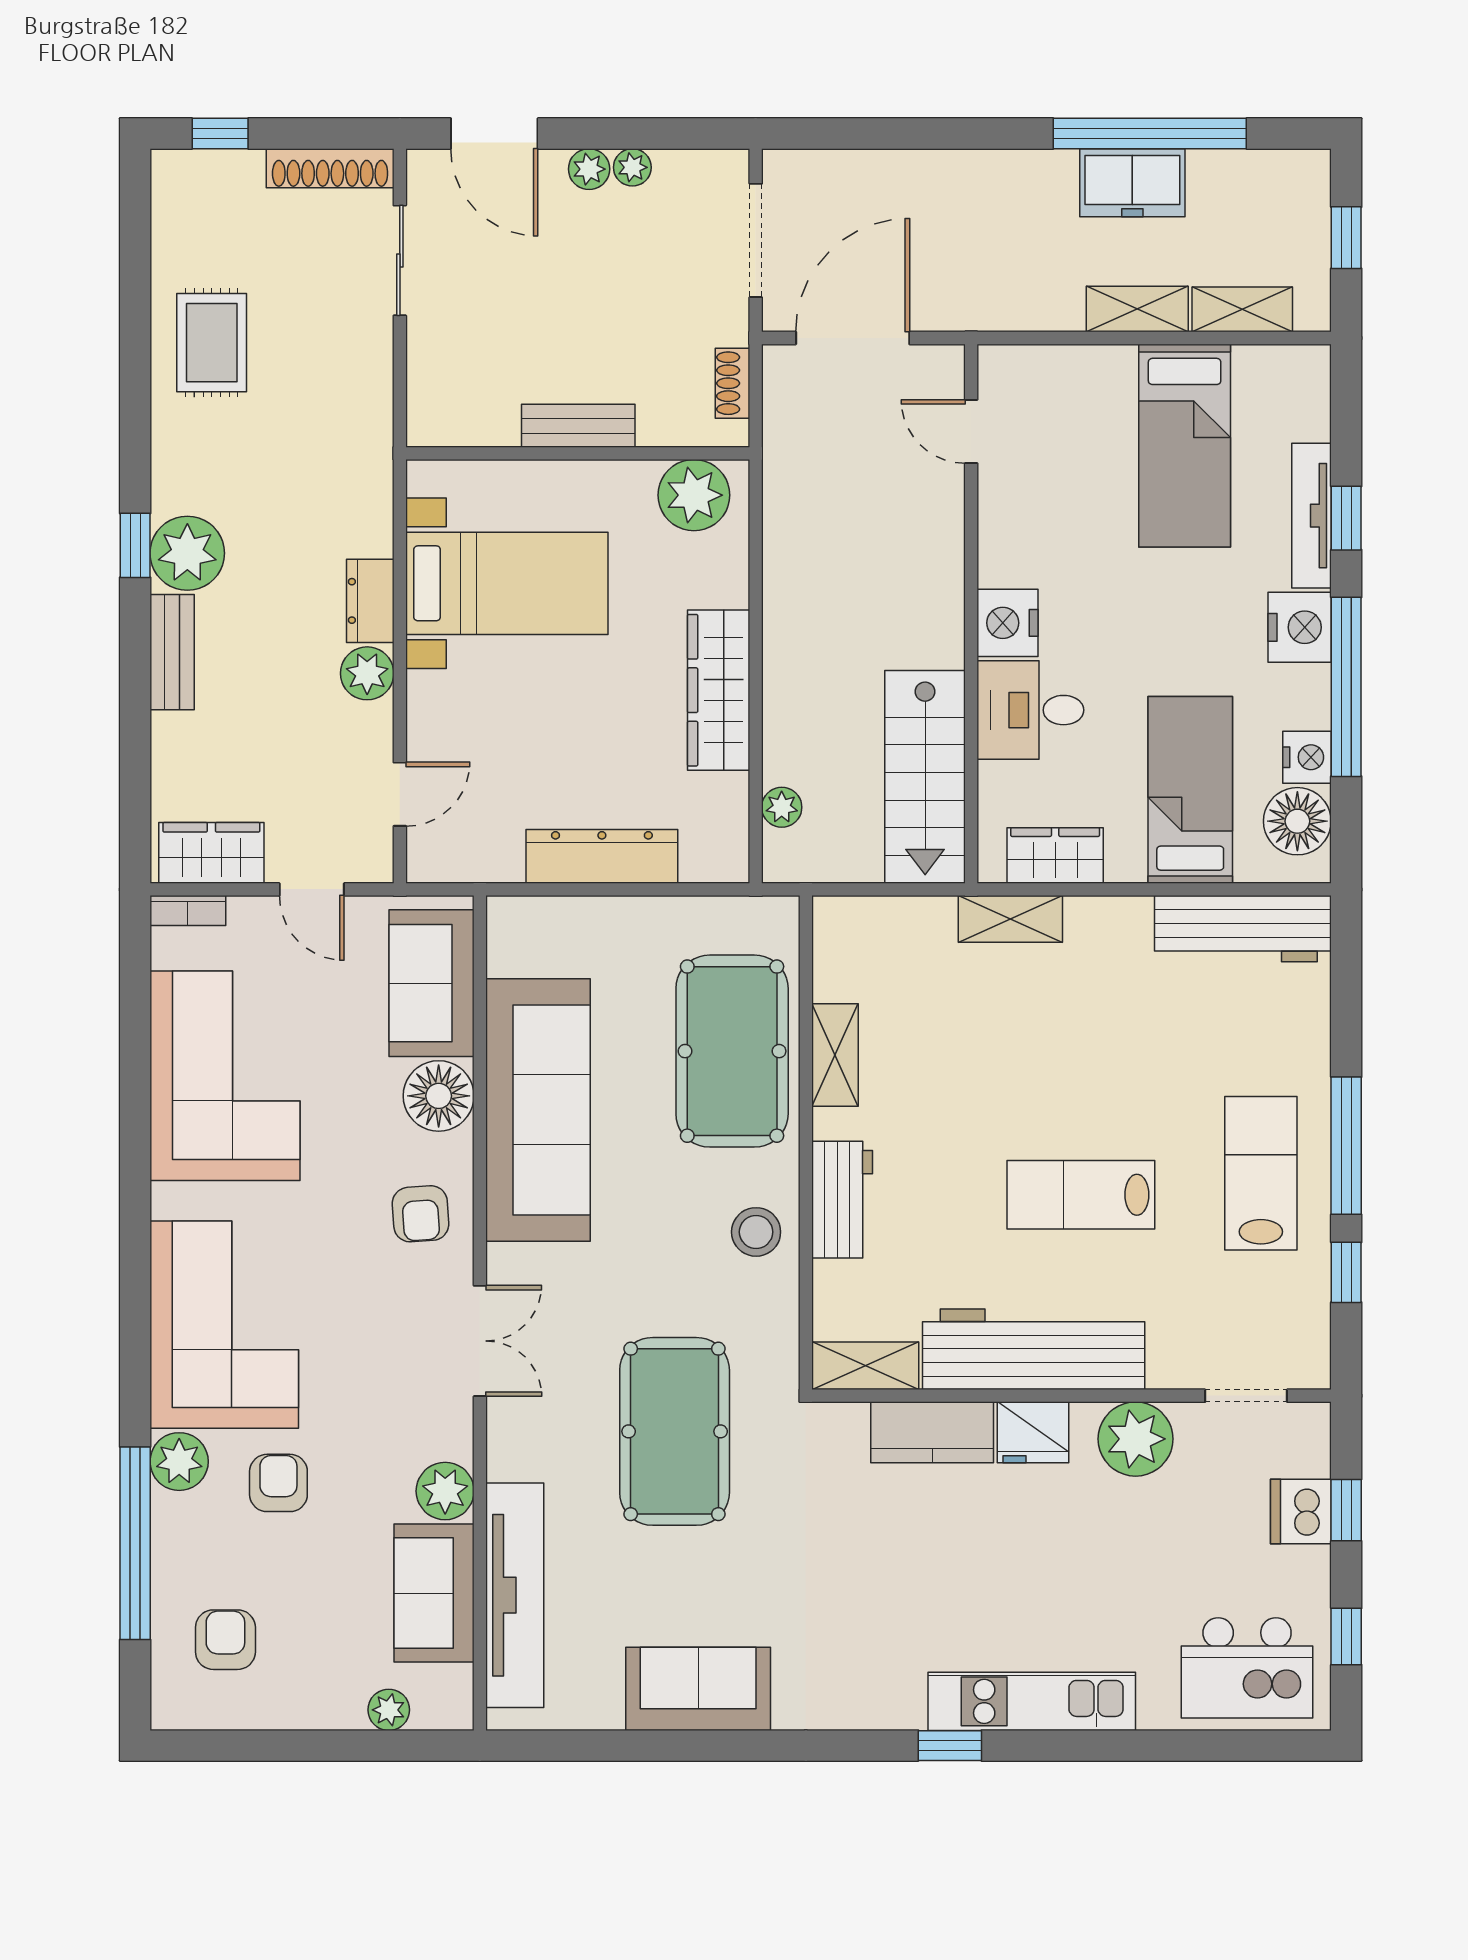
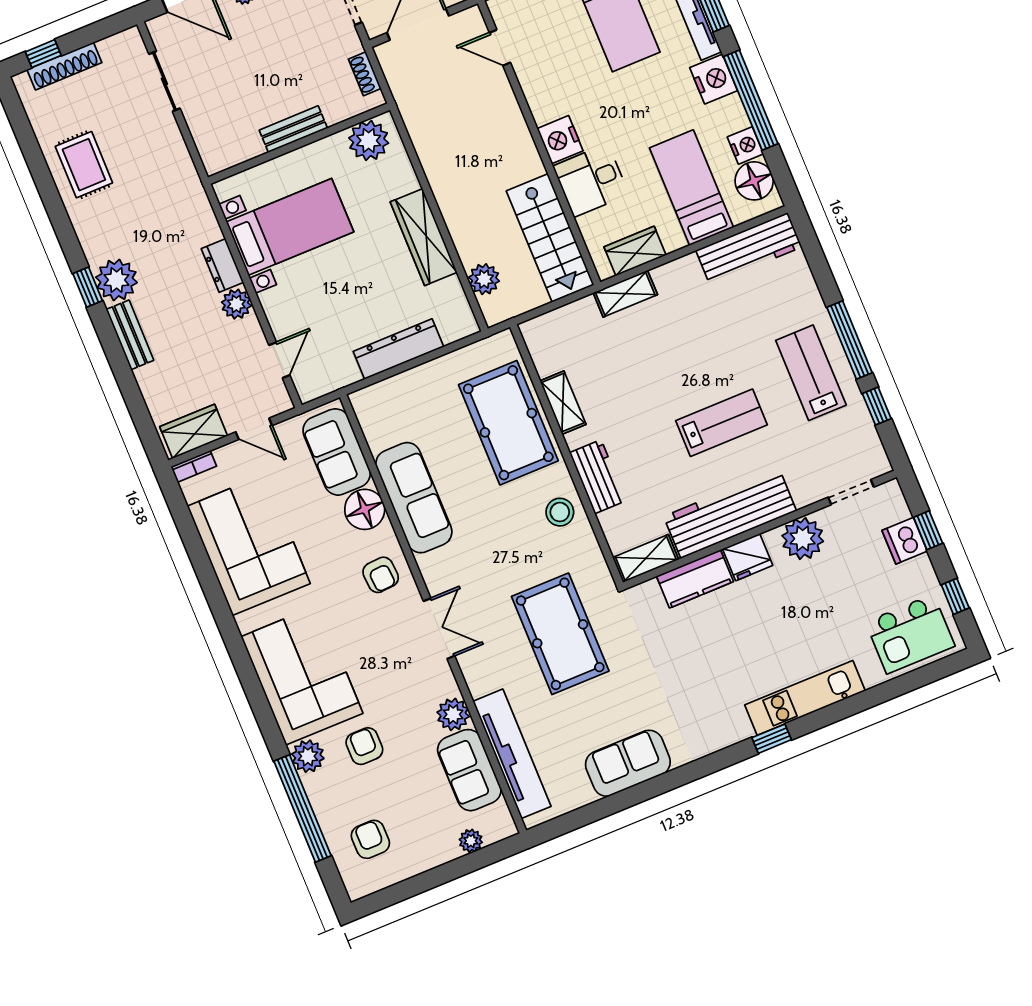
shoe rack: (330, 168) -> (64, 66), moved
plant: (782, 807) -> (484, 279), width x1.38, depth x1.38
sofa: (538, 1110) -> (414, 498), width x0.74, depth x0.79
lab bench: (1081, 1195) -> (721, 423), turned 180

